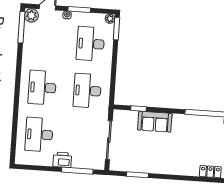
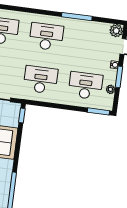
plant: (110, 19) -> (110, 89), moved
window: (21, 27) -> (77, 17), moved
window: (139, 109) -> (22, 115), moved

